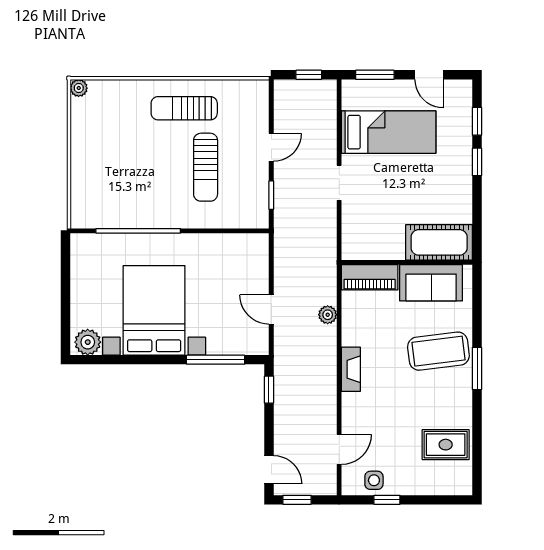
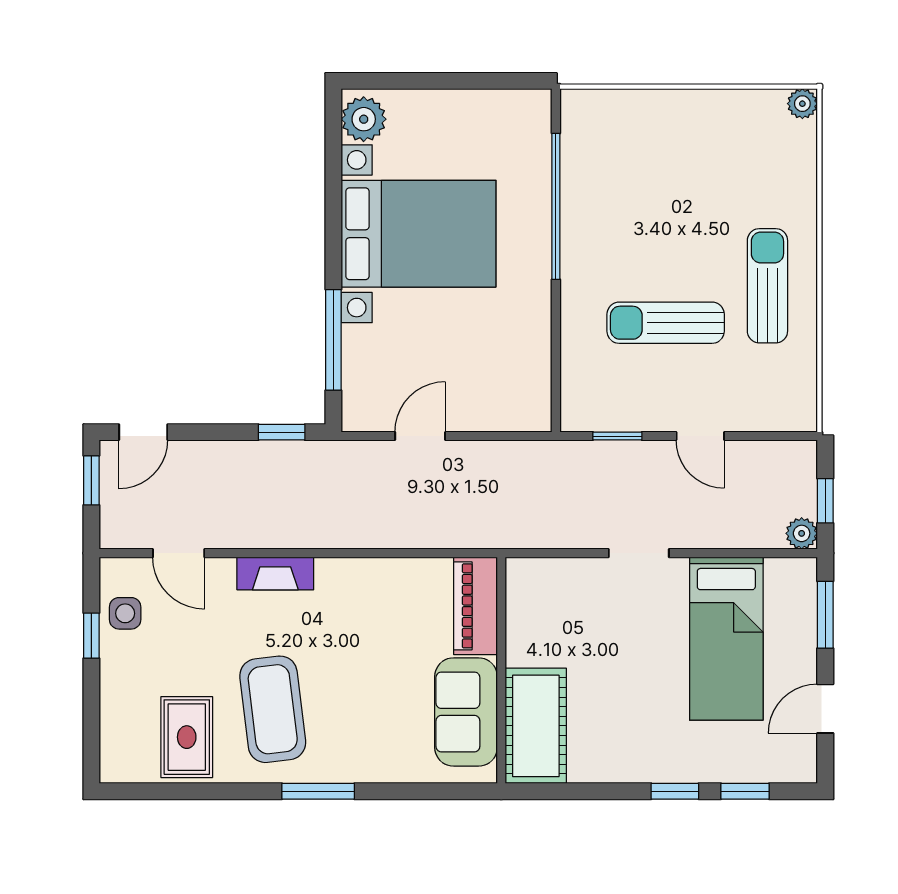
plant: (328, 315) -> (802, 533), moved
coffee table: (438, 351) -> (273, 709), moved
fireplace: (351, 369) -> (275, 573), moved

